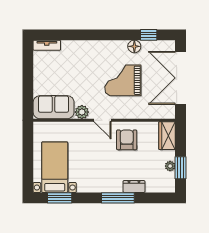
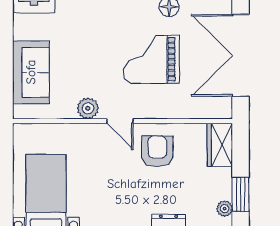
sofa: (54, 107) -> (31, 72), moved, turned 90
plant: (170, 166) -> (225, 209), moved

